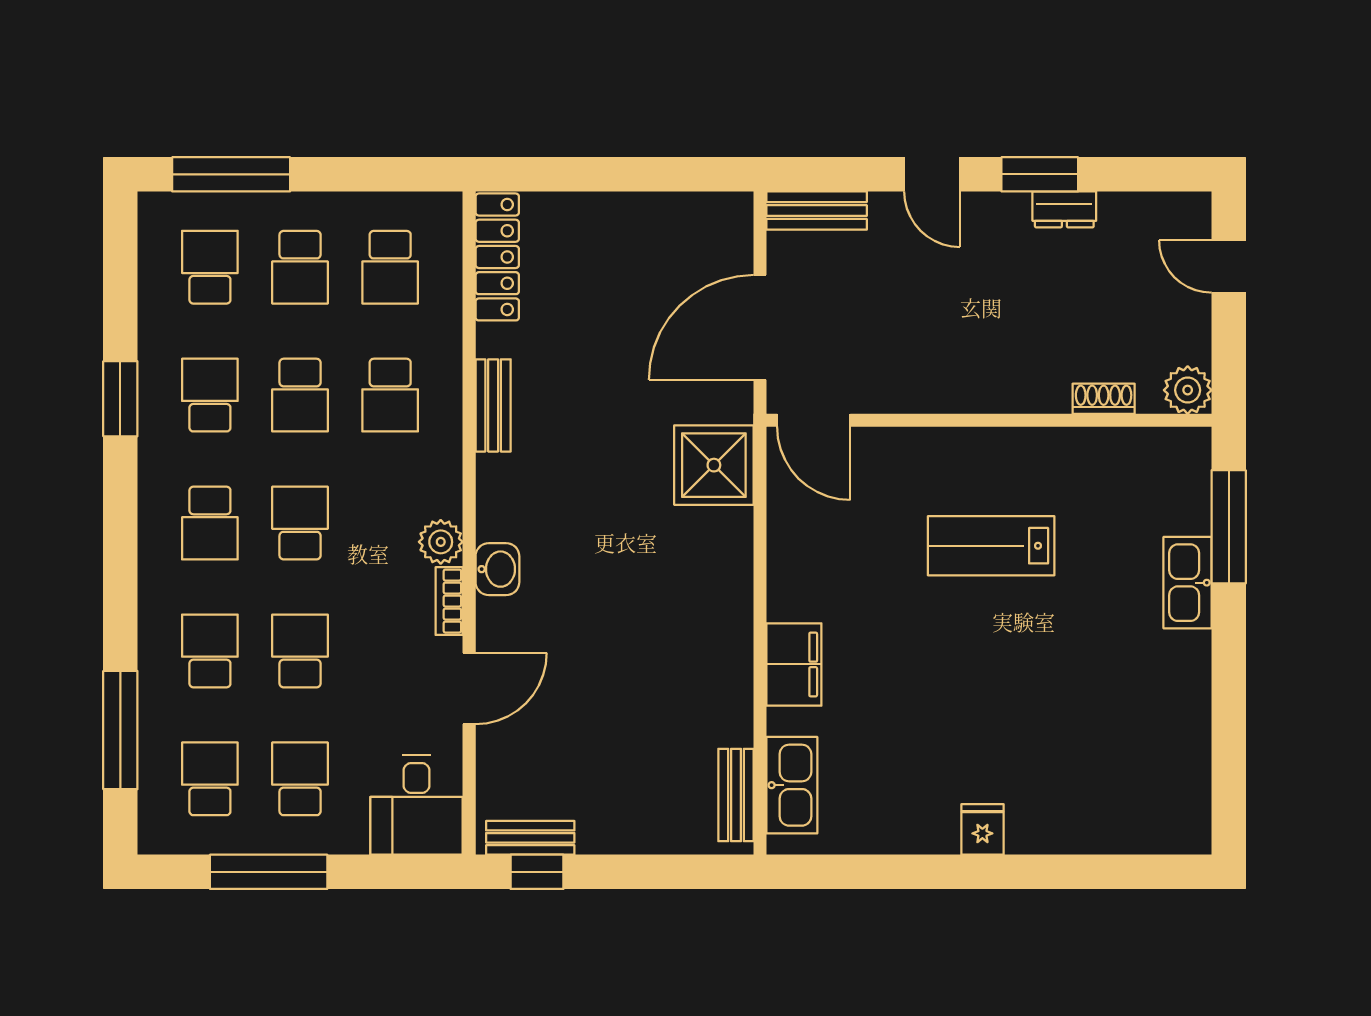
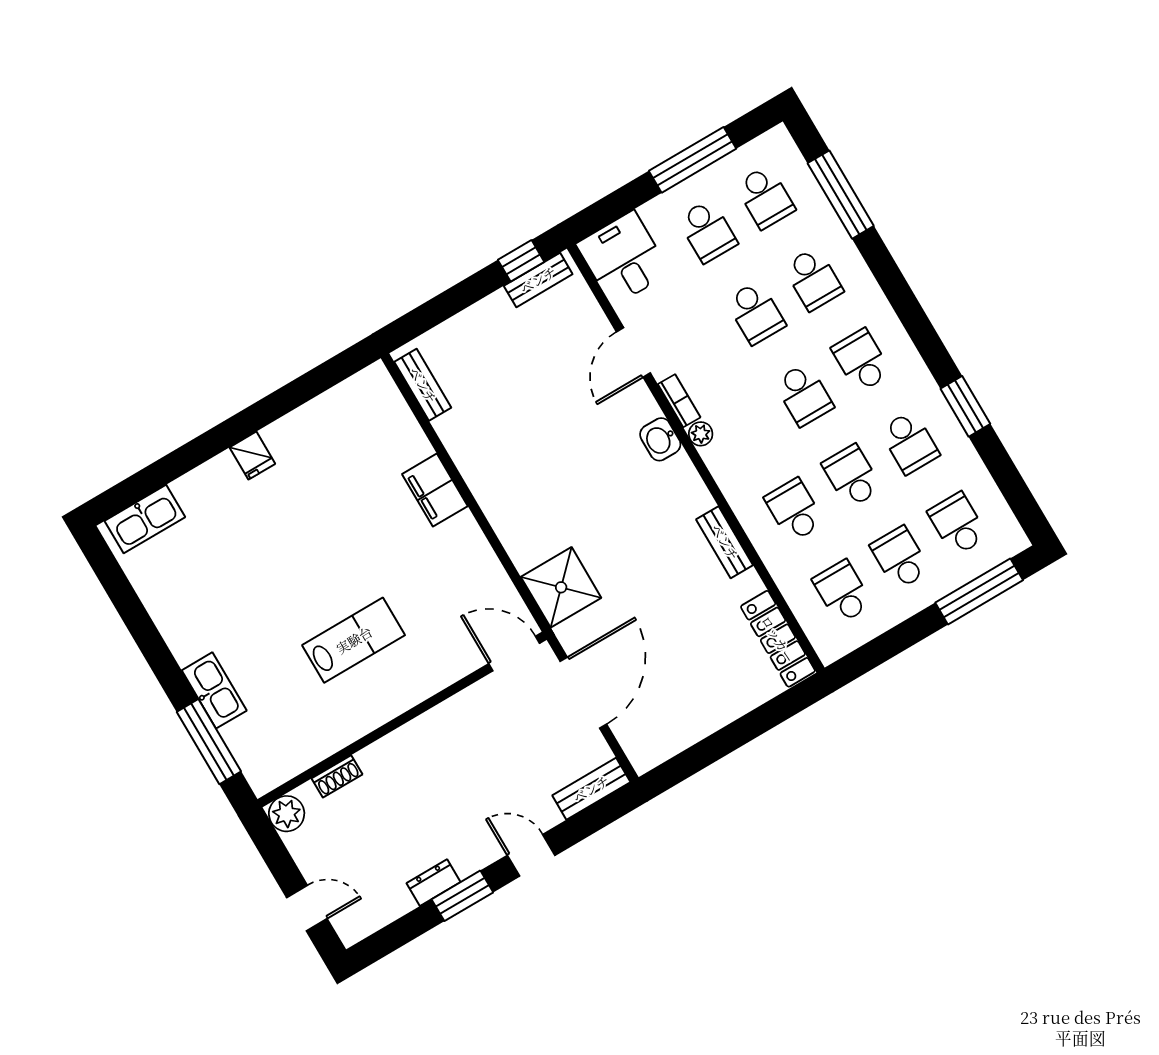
school desk: (210, 267) -> (958, 524), turned 180
plant: (441, 542) -> (701, 434), width x0.73, depth x0.73
kitchen sink: (792, 785) -> (145, 519), moved, turned -90

